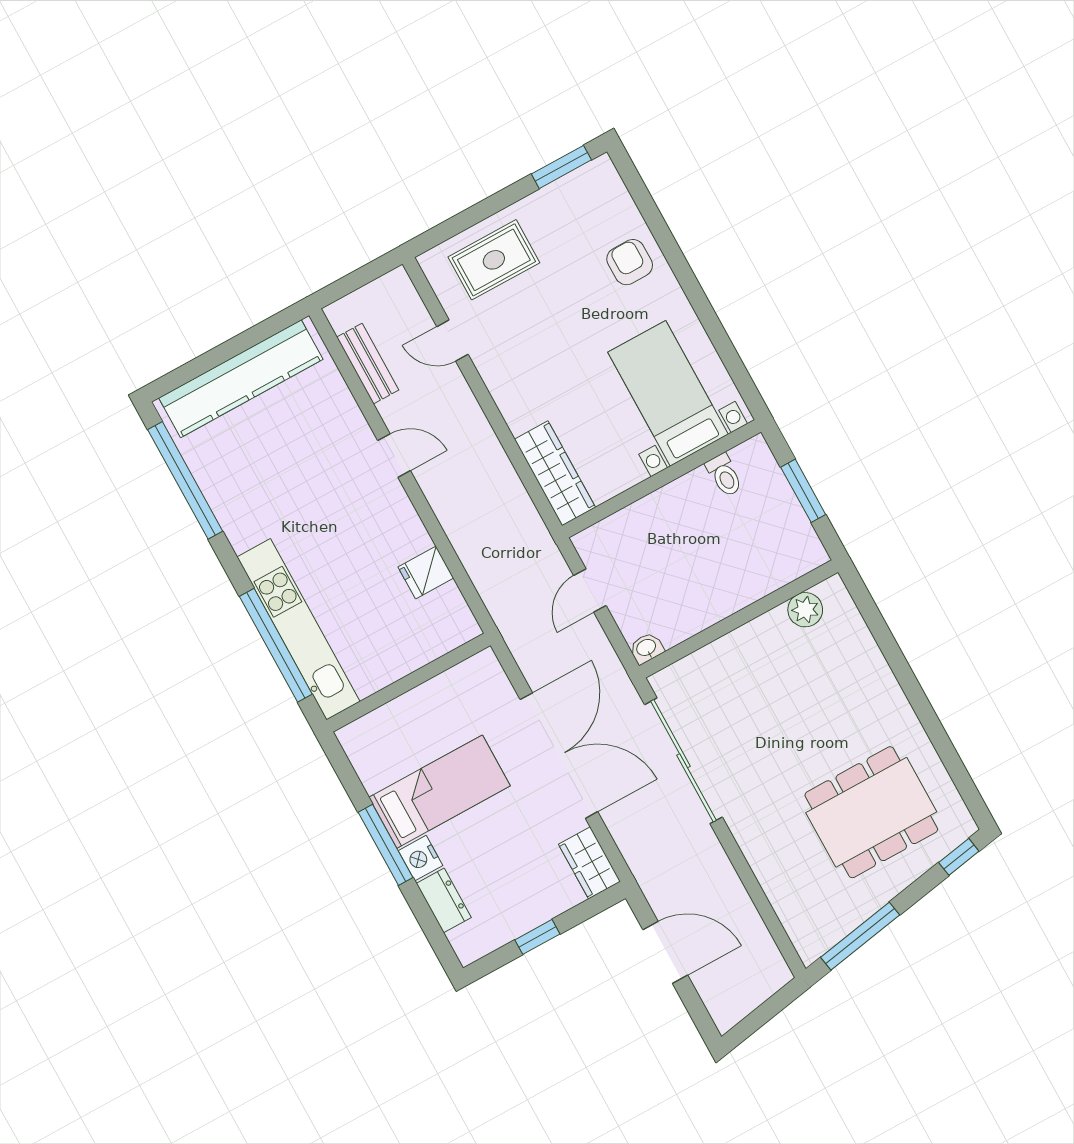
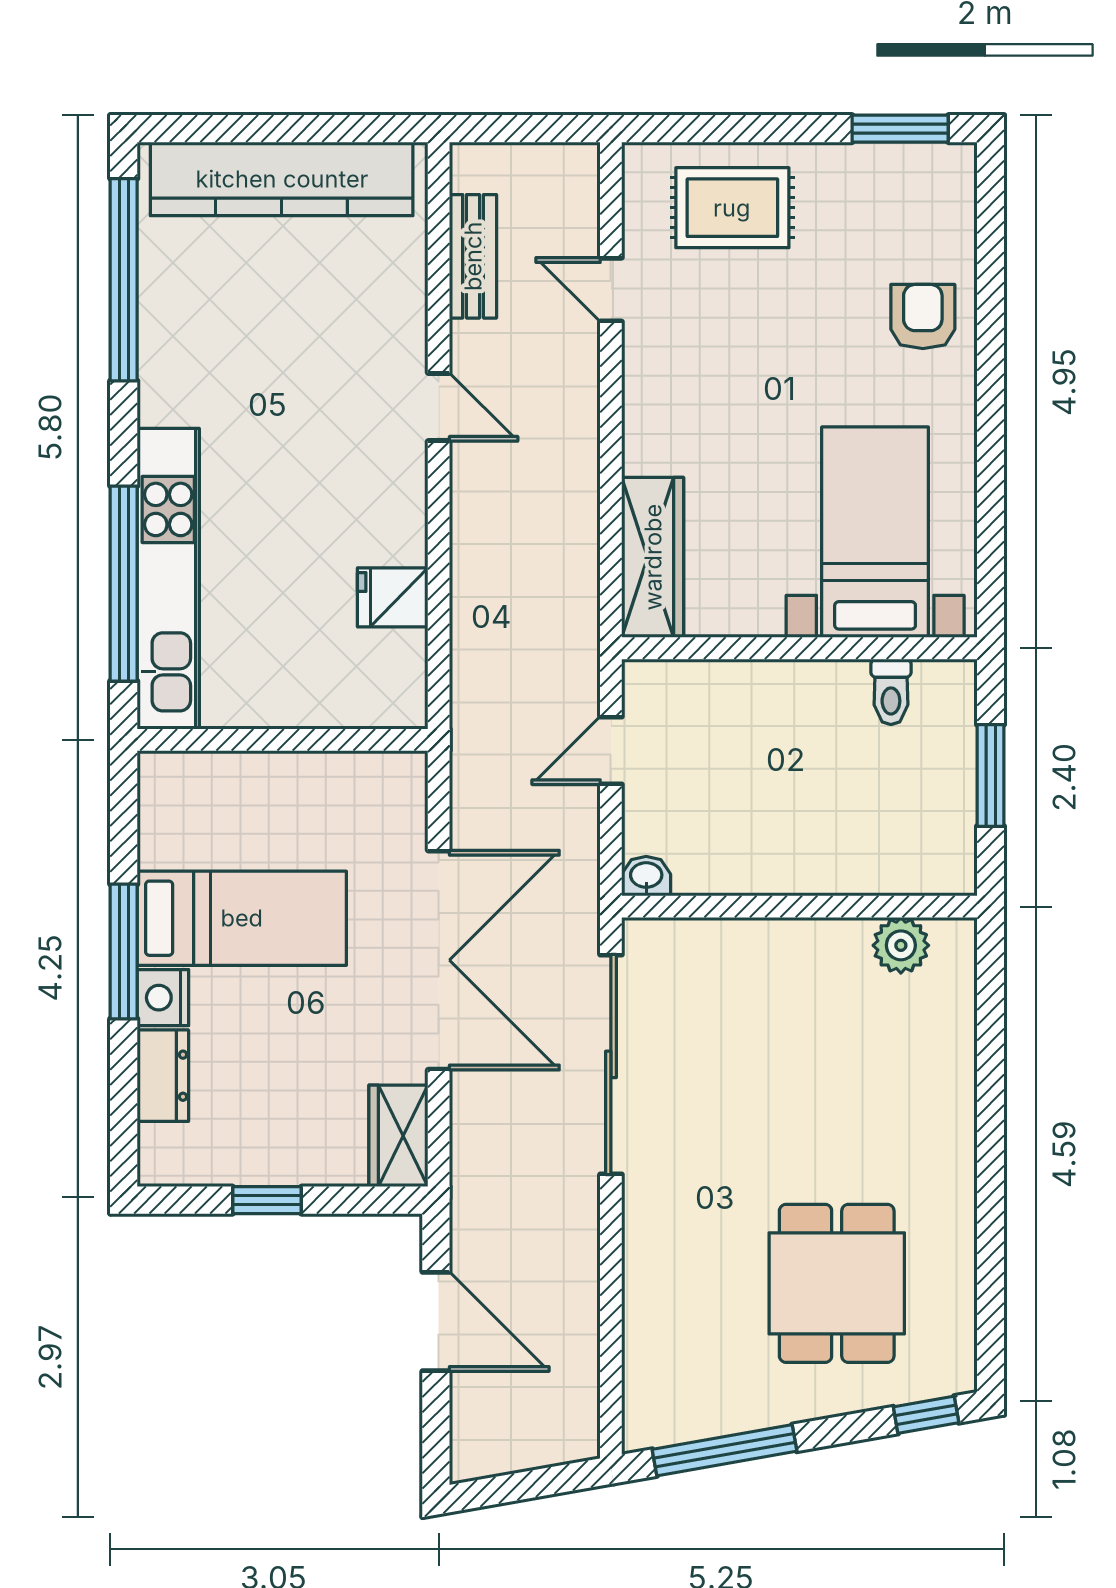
dining table: (871, 812) -> (837, 1283), width x0.73

